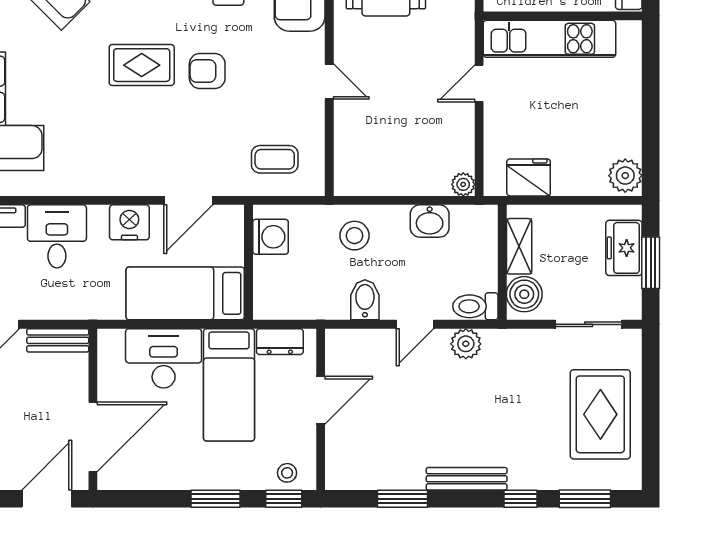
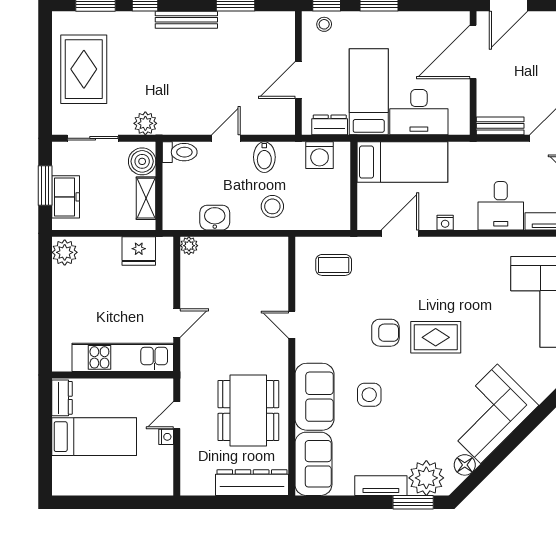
nightstand: (129, 222) -> (445, 223), width x0.53, depth x0.56
washing machine: (271, 237) -> (320, 155), moved, turned -90
plant: (466, 344) -> (145, 123), moved

